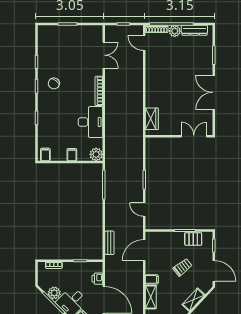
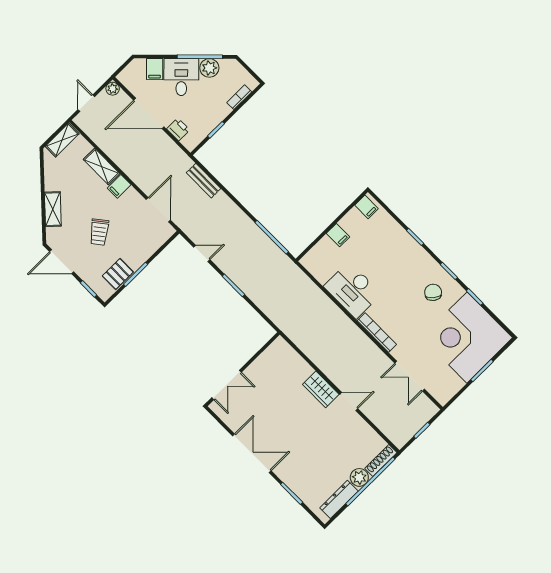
door: (144, 43) -> (349, 401), moved
corner desk: (59, 46) -> (467, 338), added
wardrobe: (152, 119) -> (321, 389), moved
plant: (96, 154) -> (312, 261), removed

